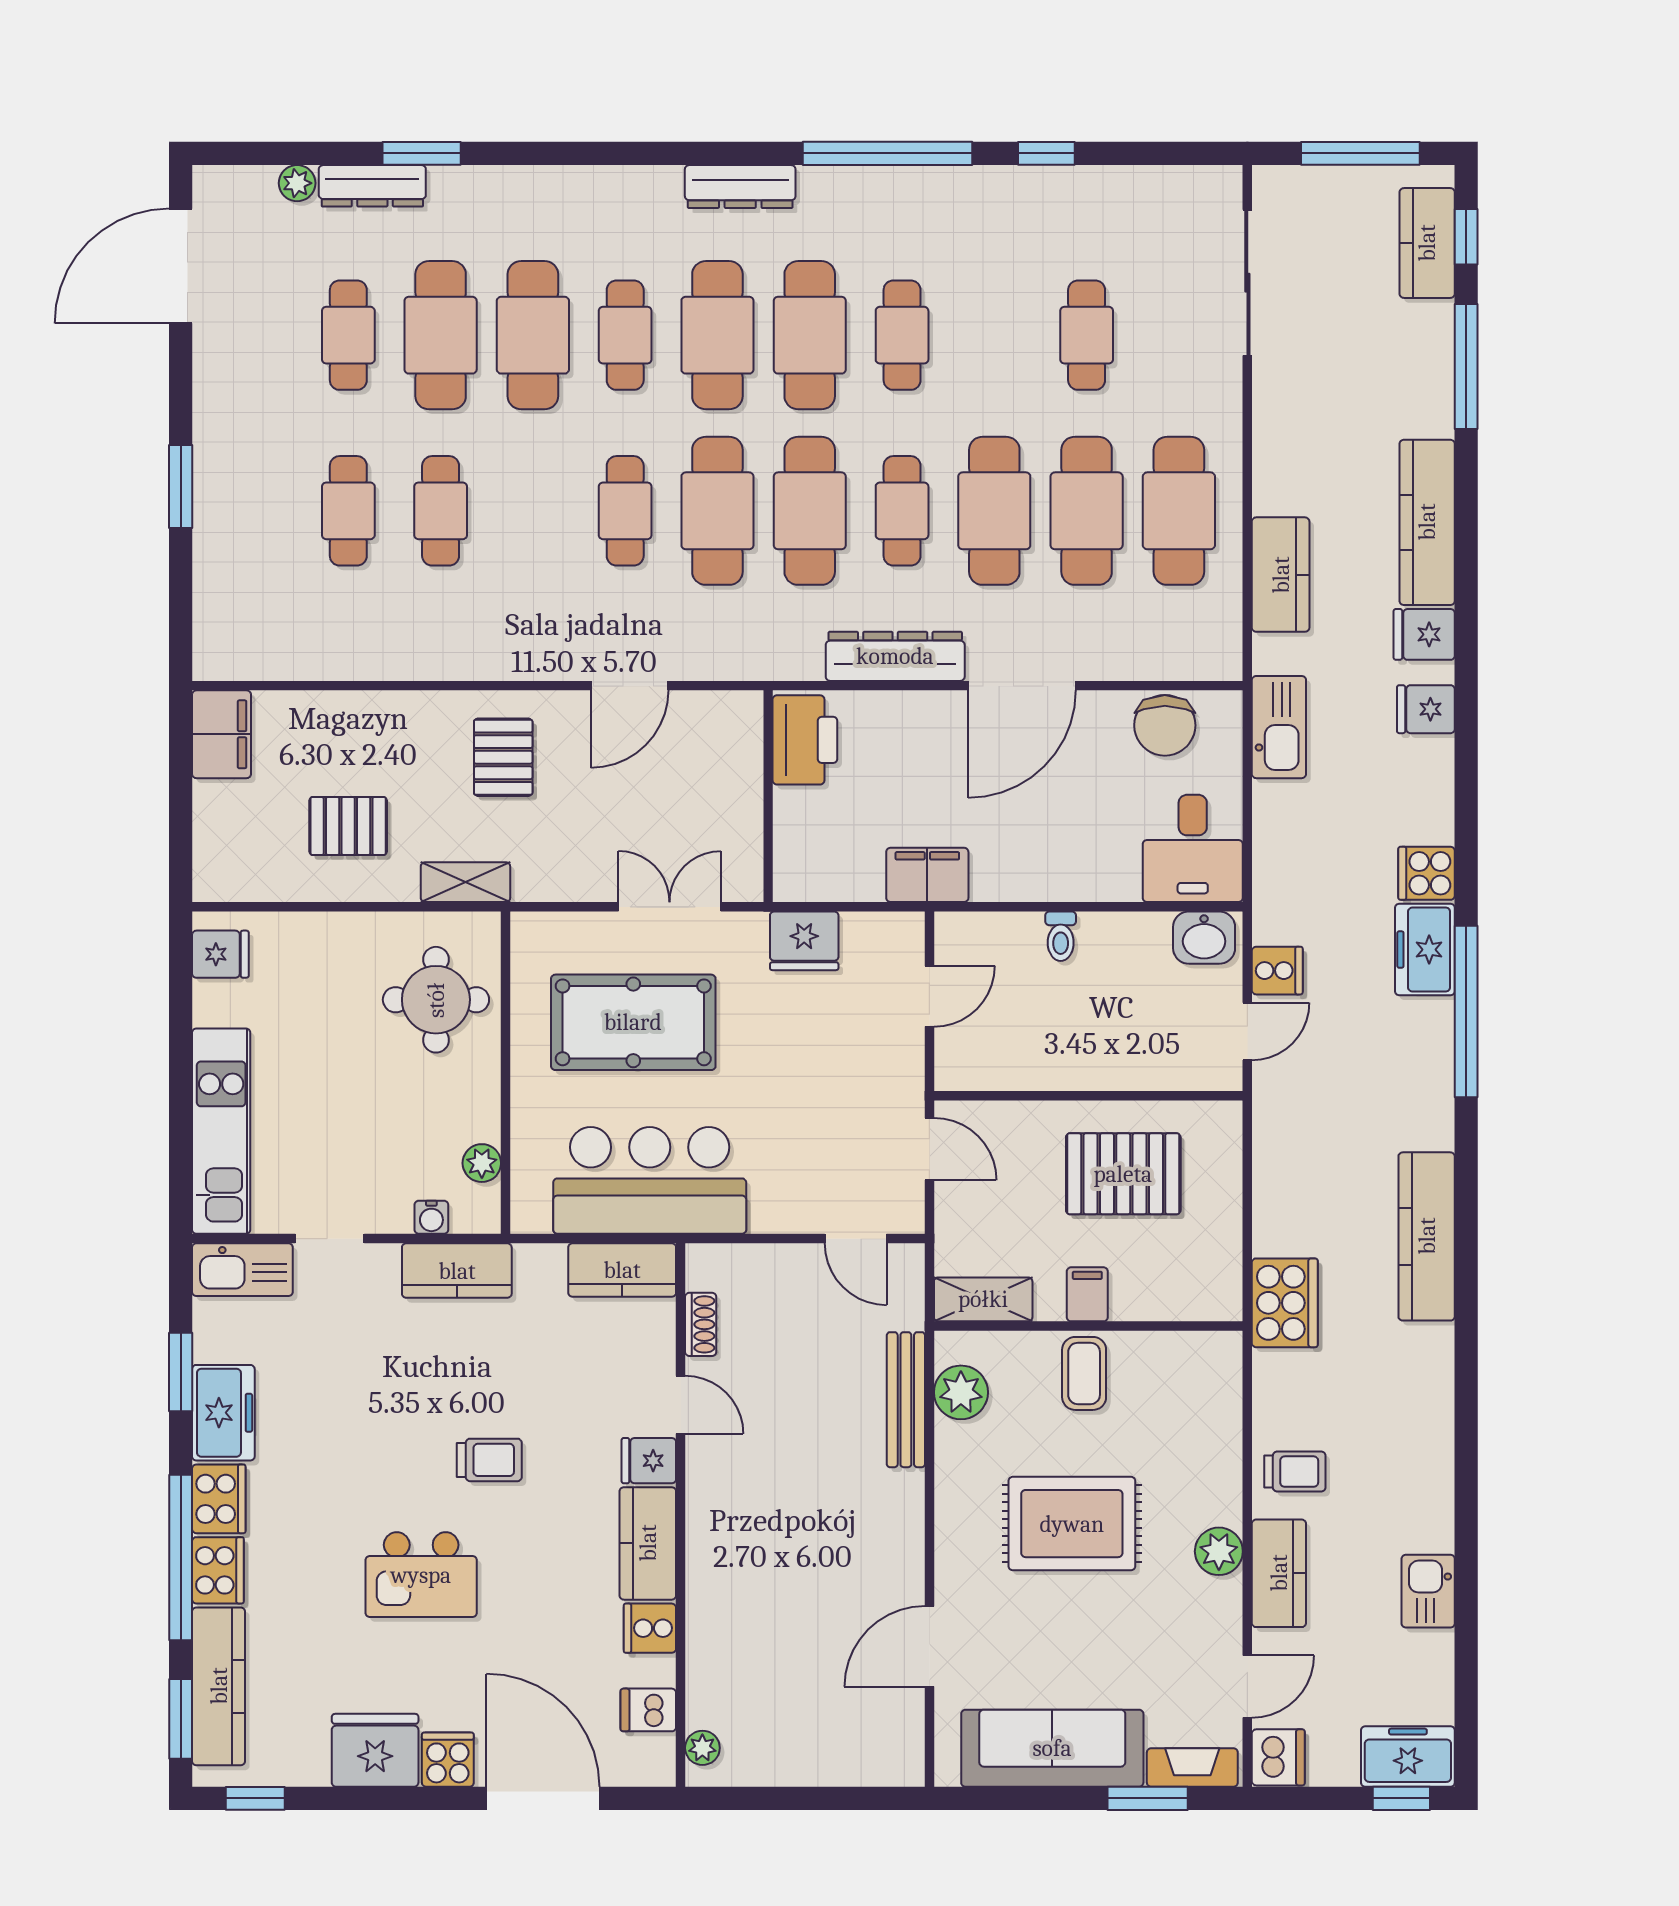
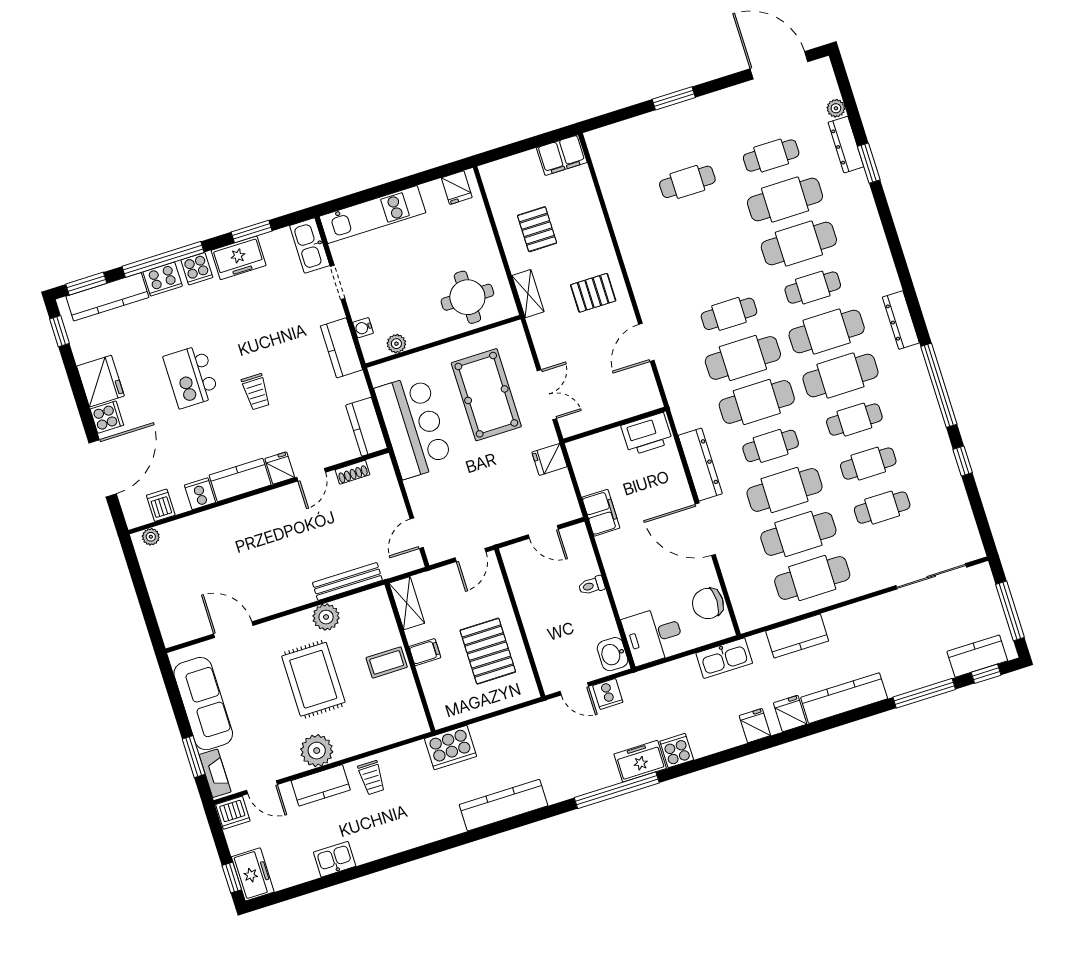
cafe table: (441, 511) -> (868, 464), moved
door: (630, 686) -> (646, 342), hinge flipped
fridge: (804, 941) -> (549, 459), width x0.72
plant: (961, 1392) -> (326, 617), moved
cooker: (219, 1499) -> (197, 269), width x0.73
plant: (1219, 1551) -> (317, 751), width x1.36, depth x1.36

